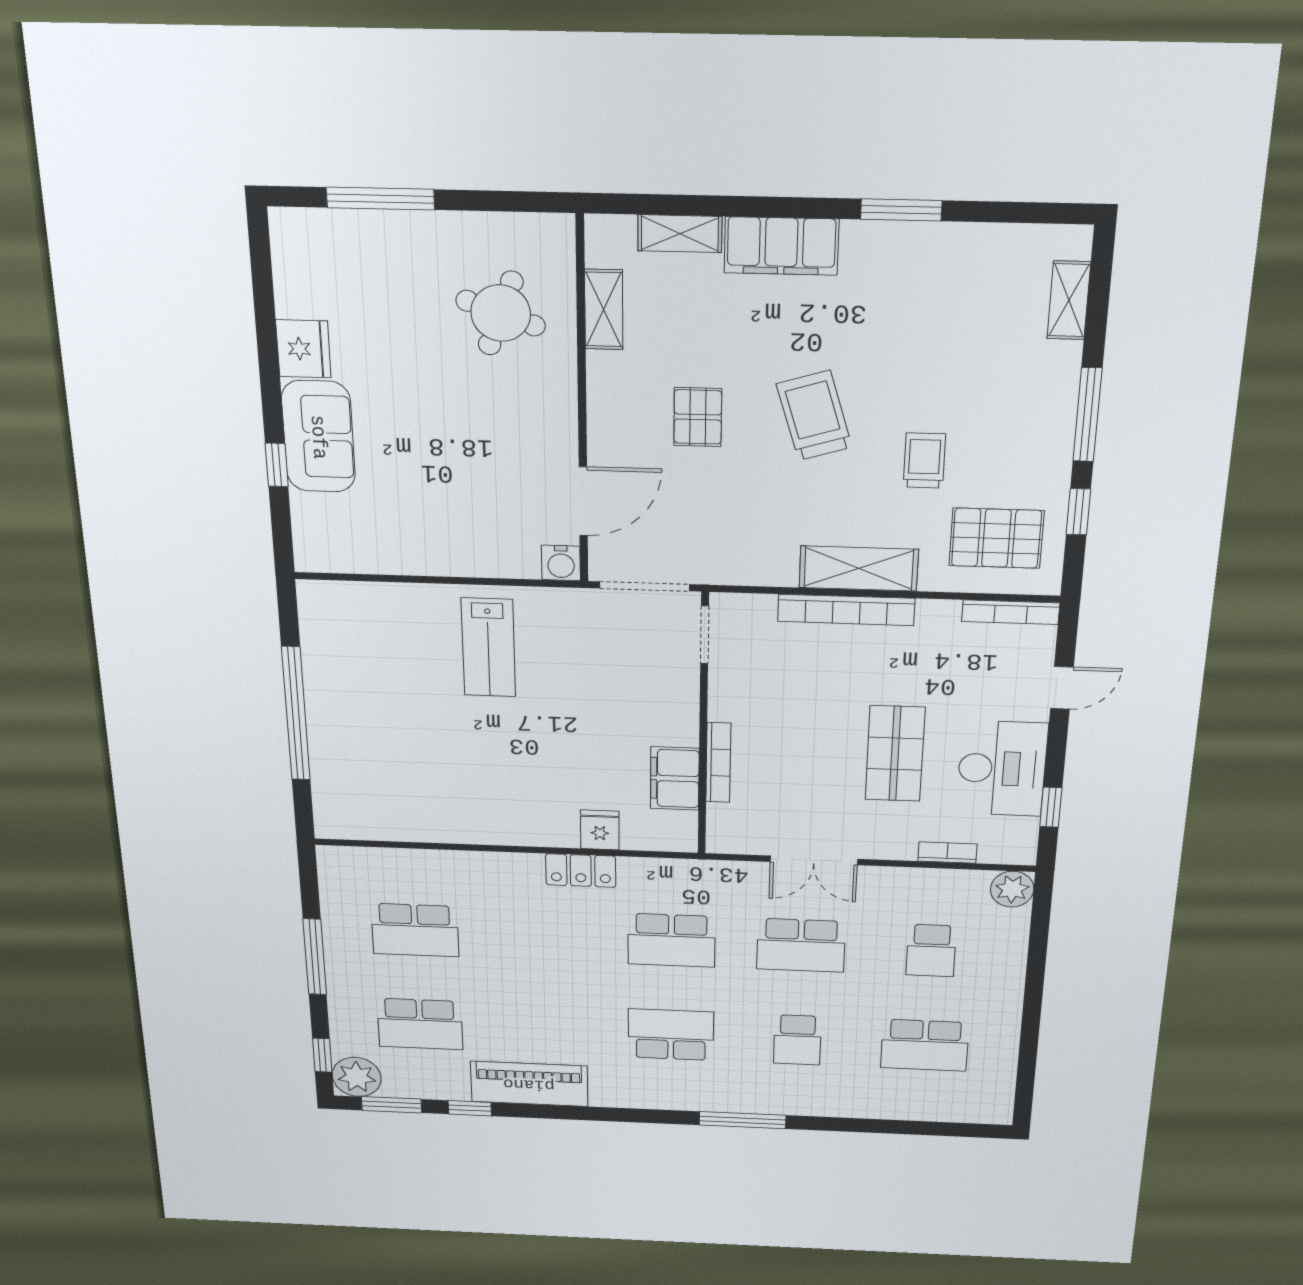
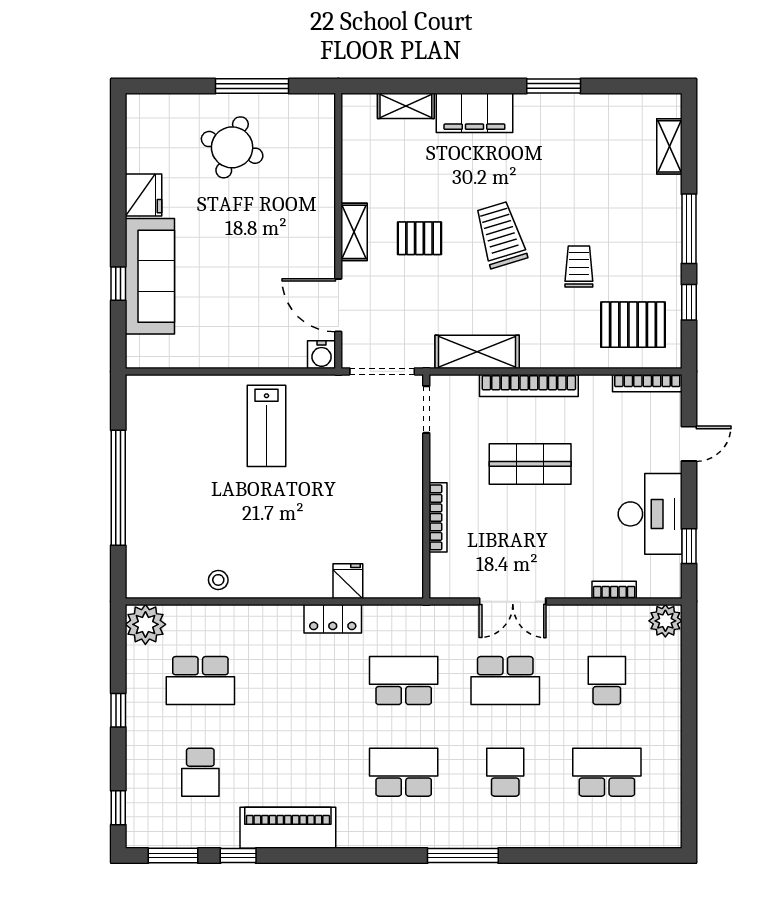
window: (380, 199) -> (252, 86), moved
shelving: (604, 309) -> (354, 232), moved
round table: (501, 313) -> (232, 147), moved
pallet: (698, 417) -> (419, 238), turned 90
sofa: (318, 437) -> (150, 276), width x1.36
door: (583, 501) -> (338, 305), swing flipped
shelving: (859, 568) -> (477, 352), moved
shop shelf: (895, 754) -> (530, 464), moved, turned 90
filing cabinet: (675, 779) -> (405, 533), removed
stool: (432, 823) -> (218, 580), added
school desk: (671, 940) -> (404, 681), turned 180
school desk: (931, 951) -> (607, 681), turned 180
window: (315, 957) -> (118, 710), width x0.46
school desk: (420, 1024) -> (200, 772), width x0.54
school desk: (797, 1040) -> (505, 772), turned 180
school desk: (925, 1045) -> (607, 772), turned 180
plant: (357, 1077) -> (145, 624), moved

